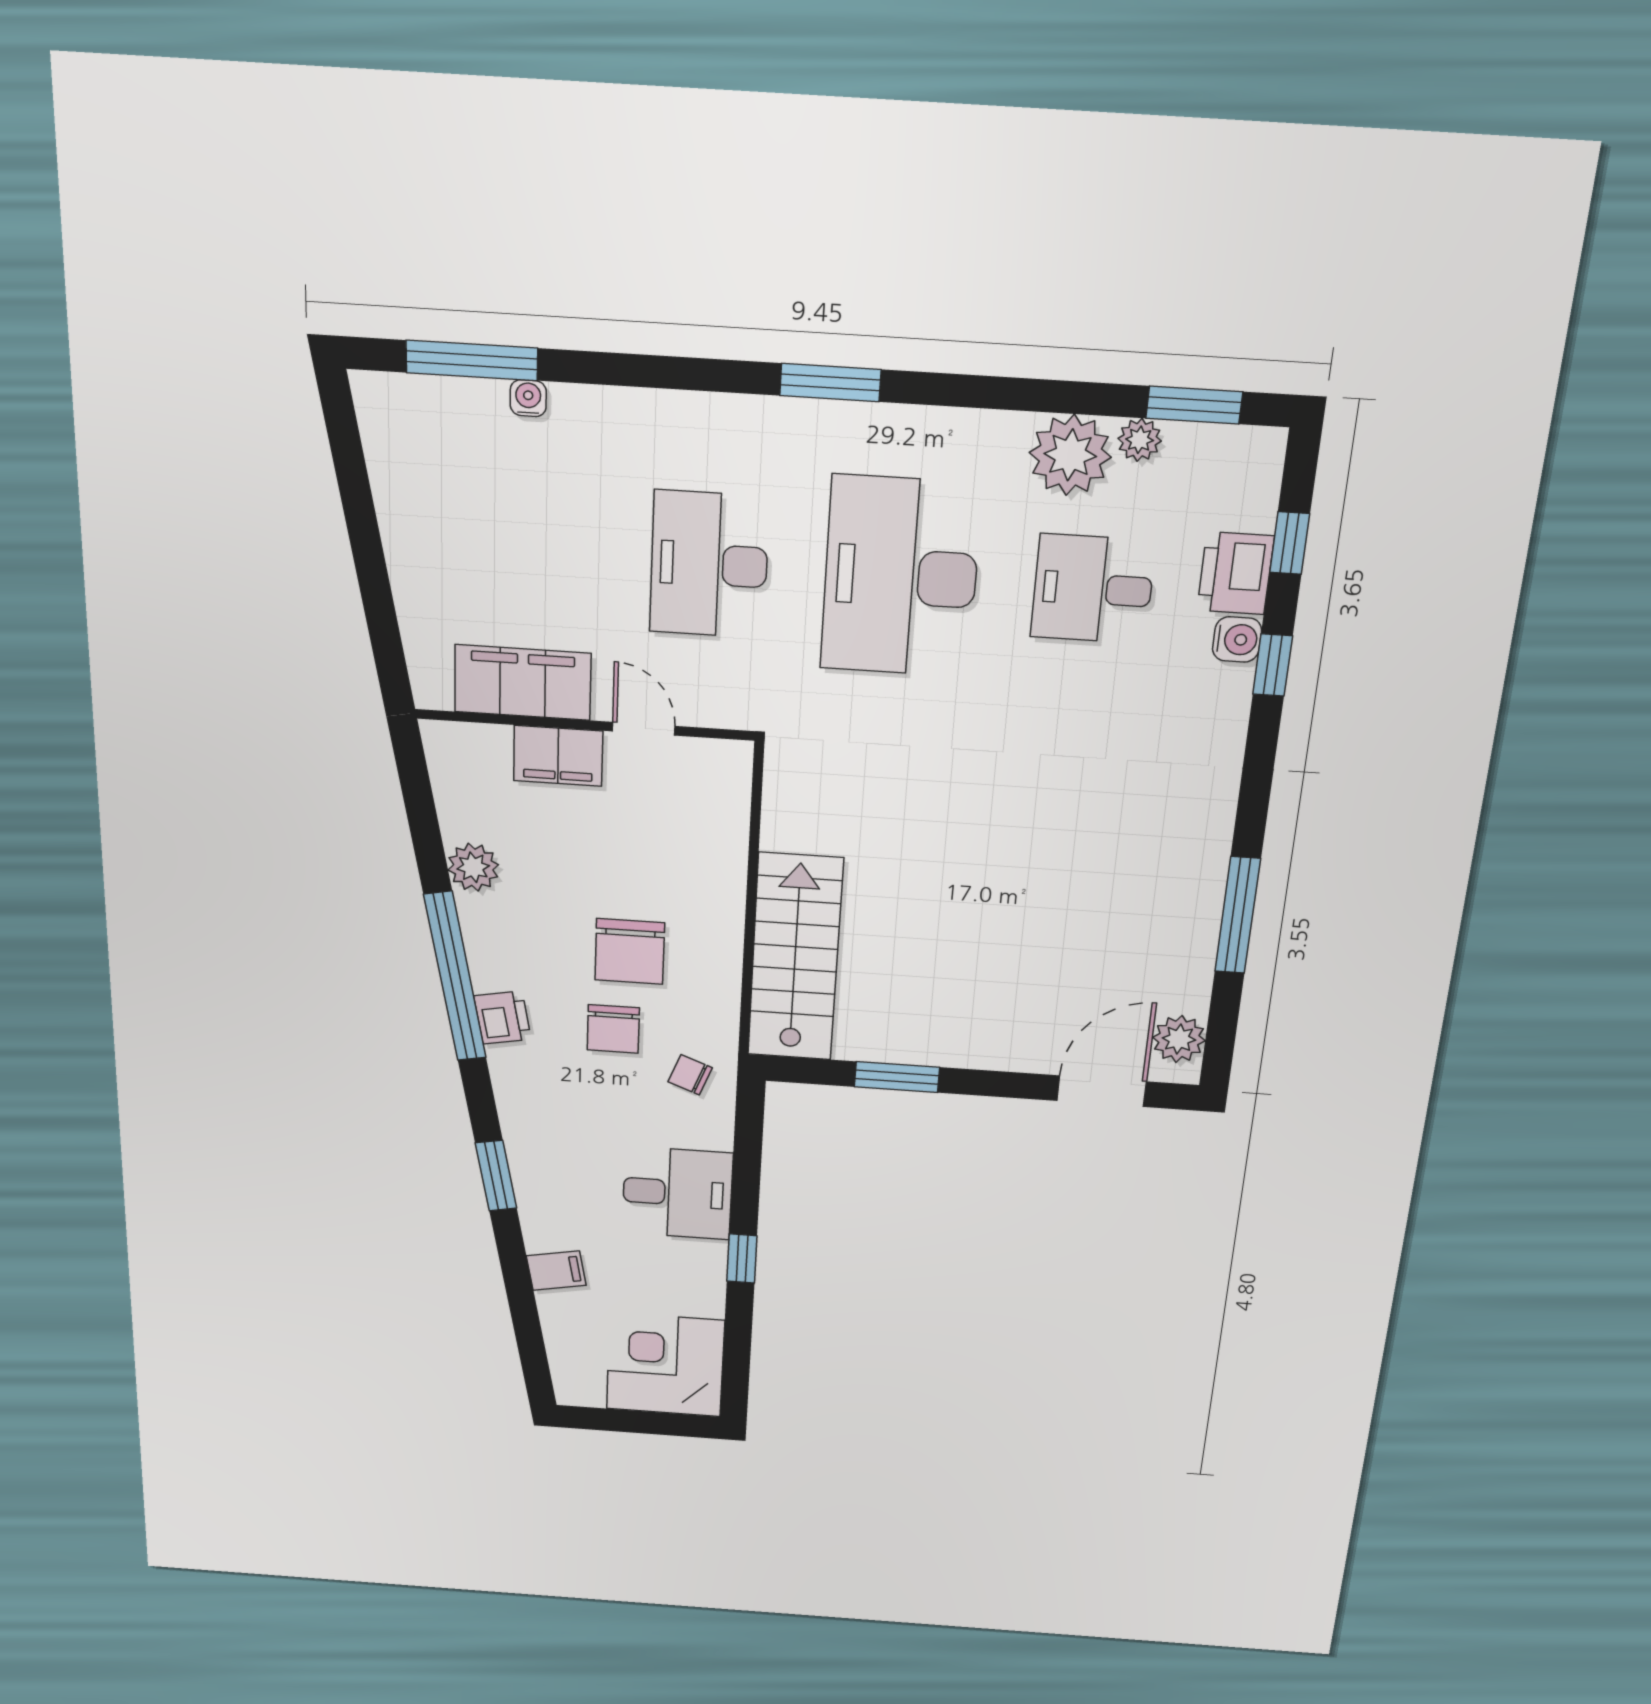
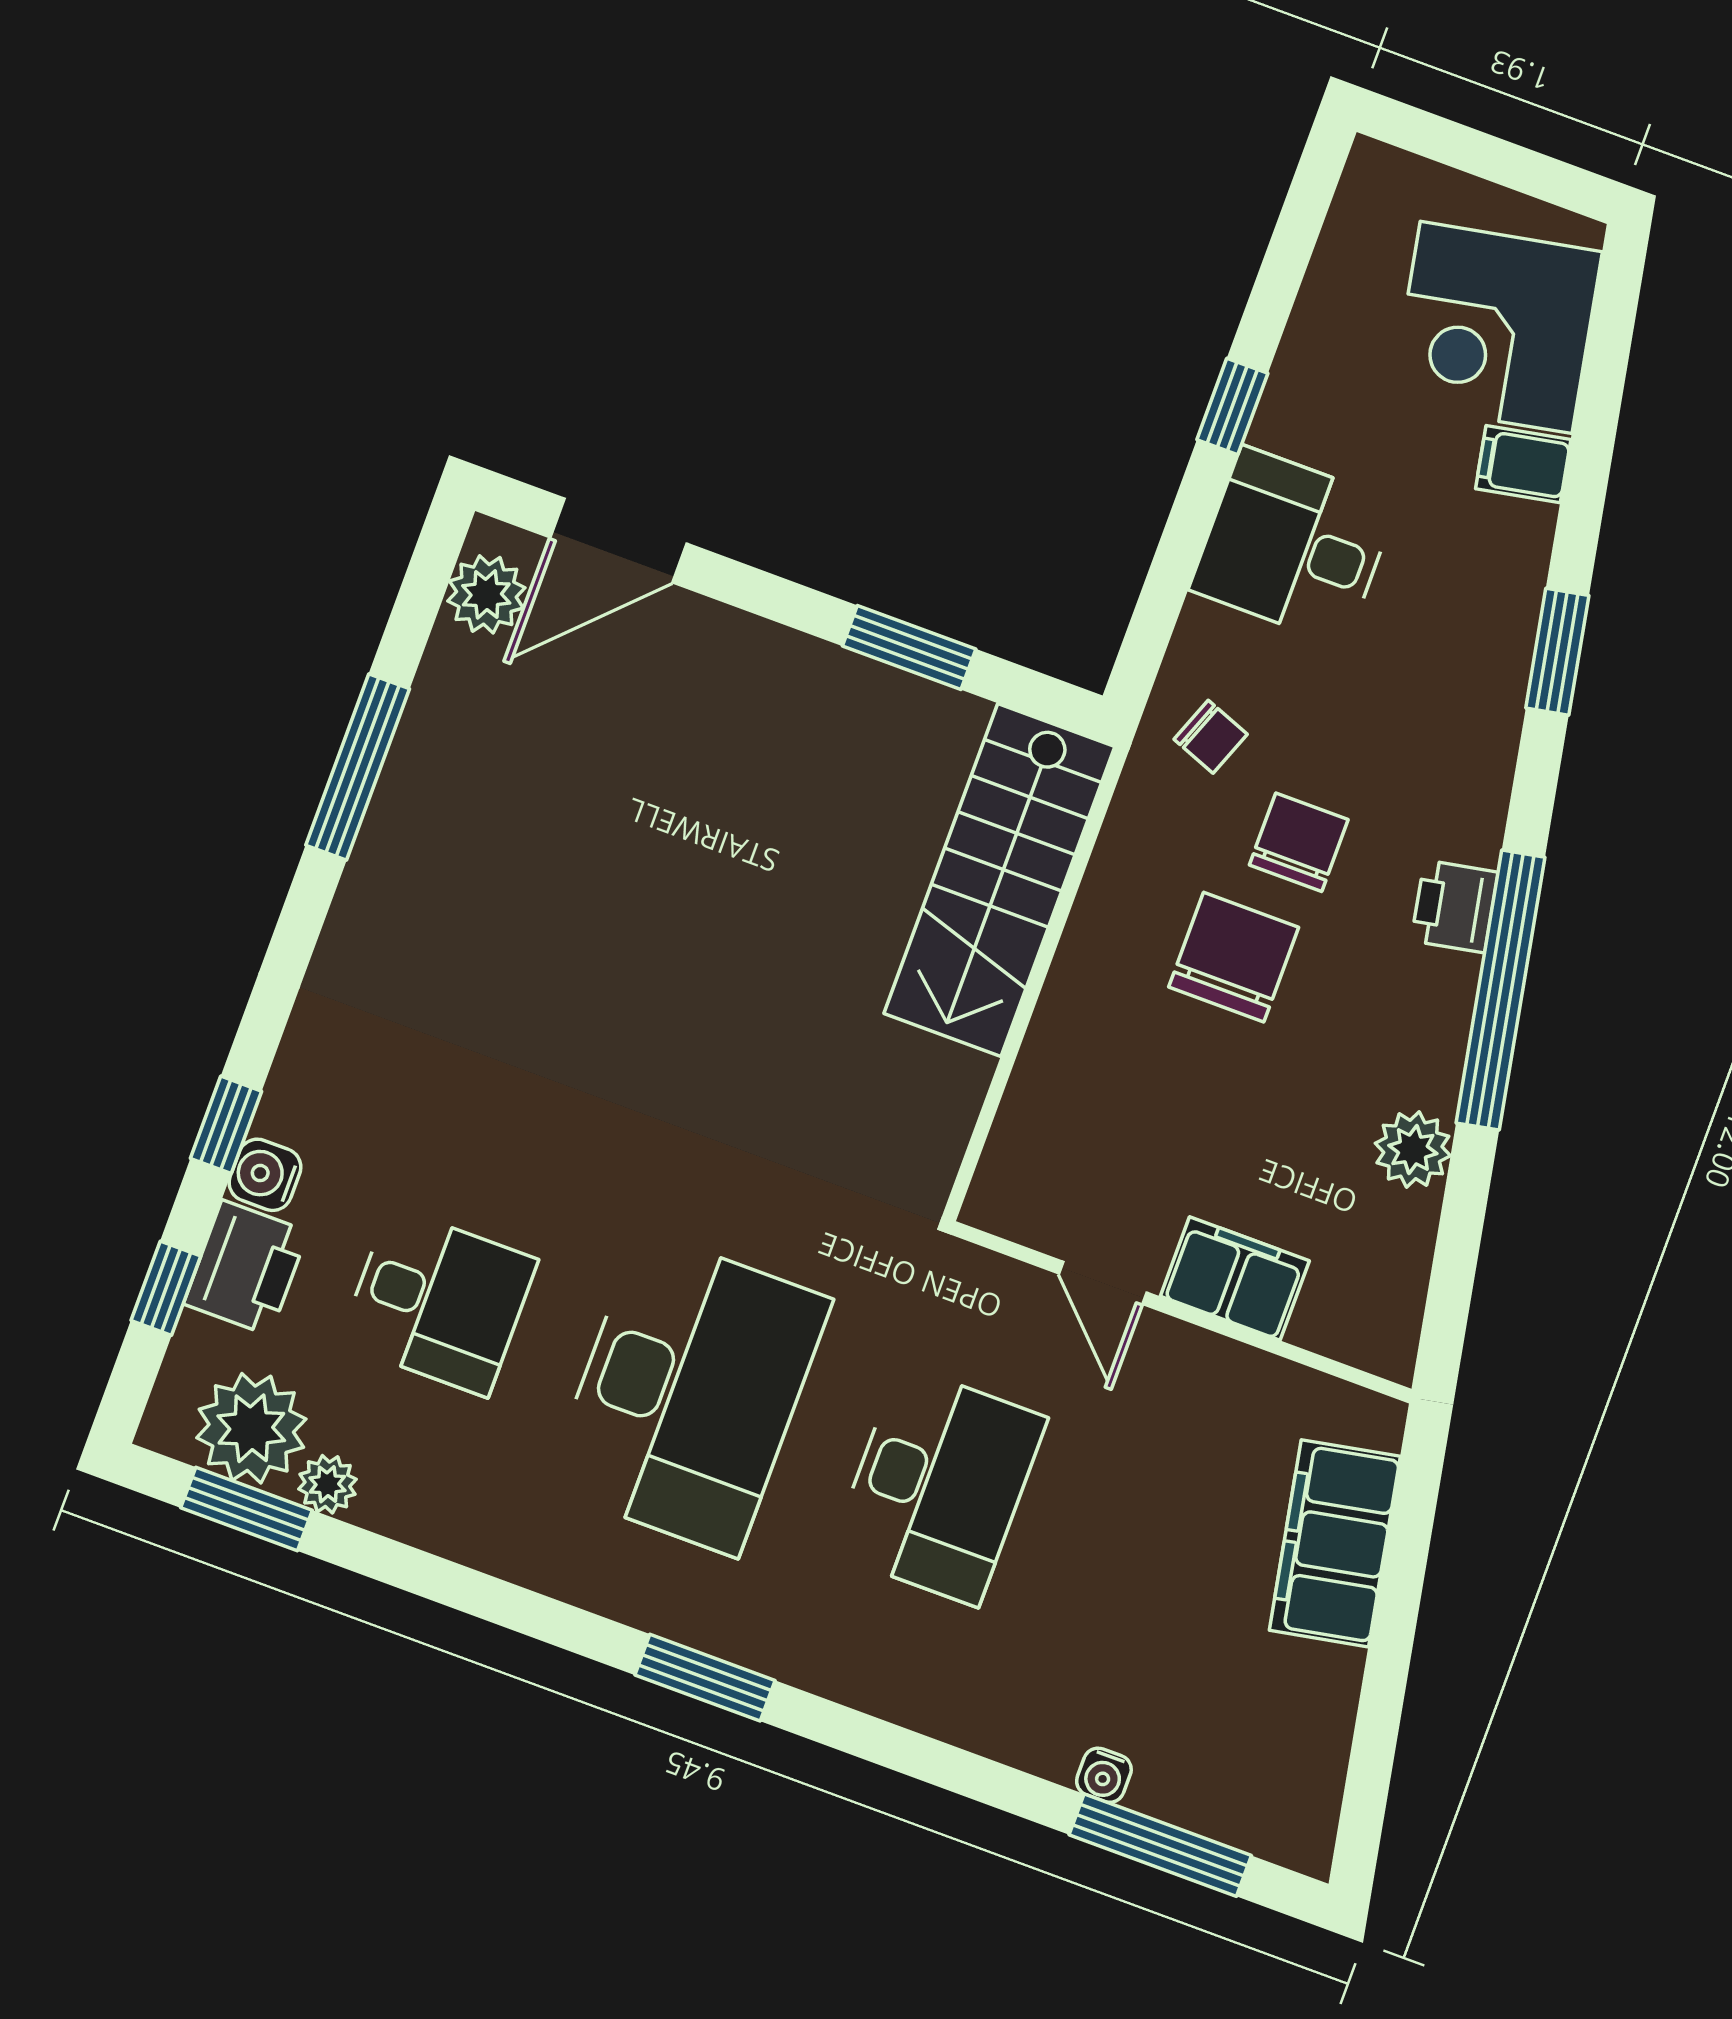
plant: (1070, 455) -> (251, 1428), moved
filing cabinet: (523, 682) -> (1335, 1543), moved, turned 79
corner desk: (665, 1365) -> (1496, 327), moved, turned 79

